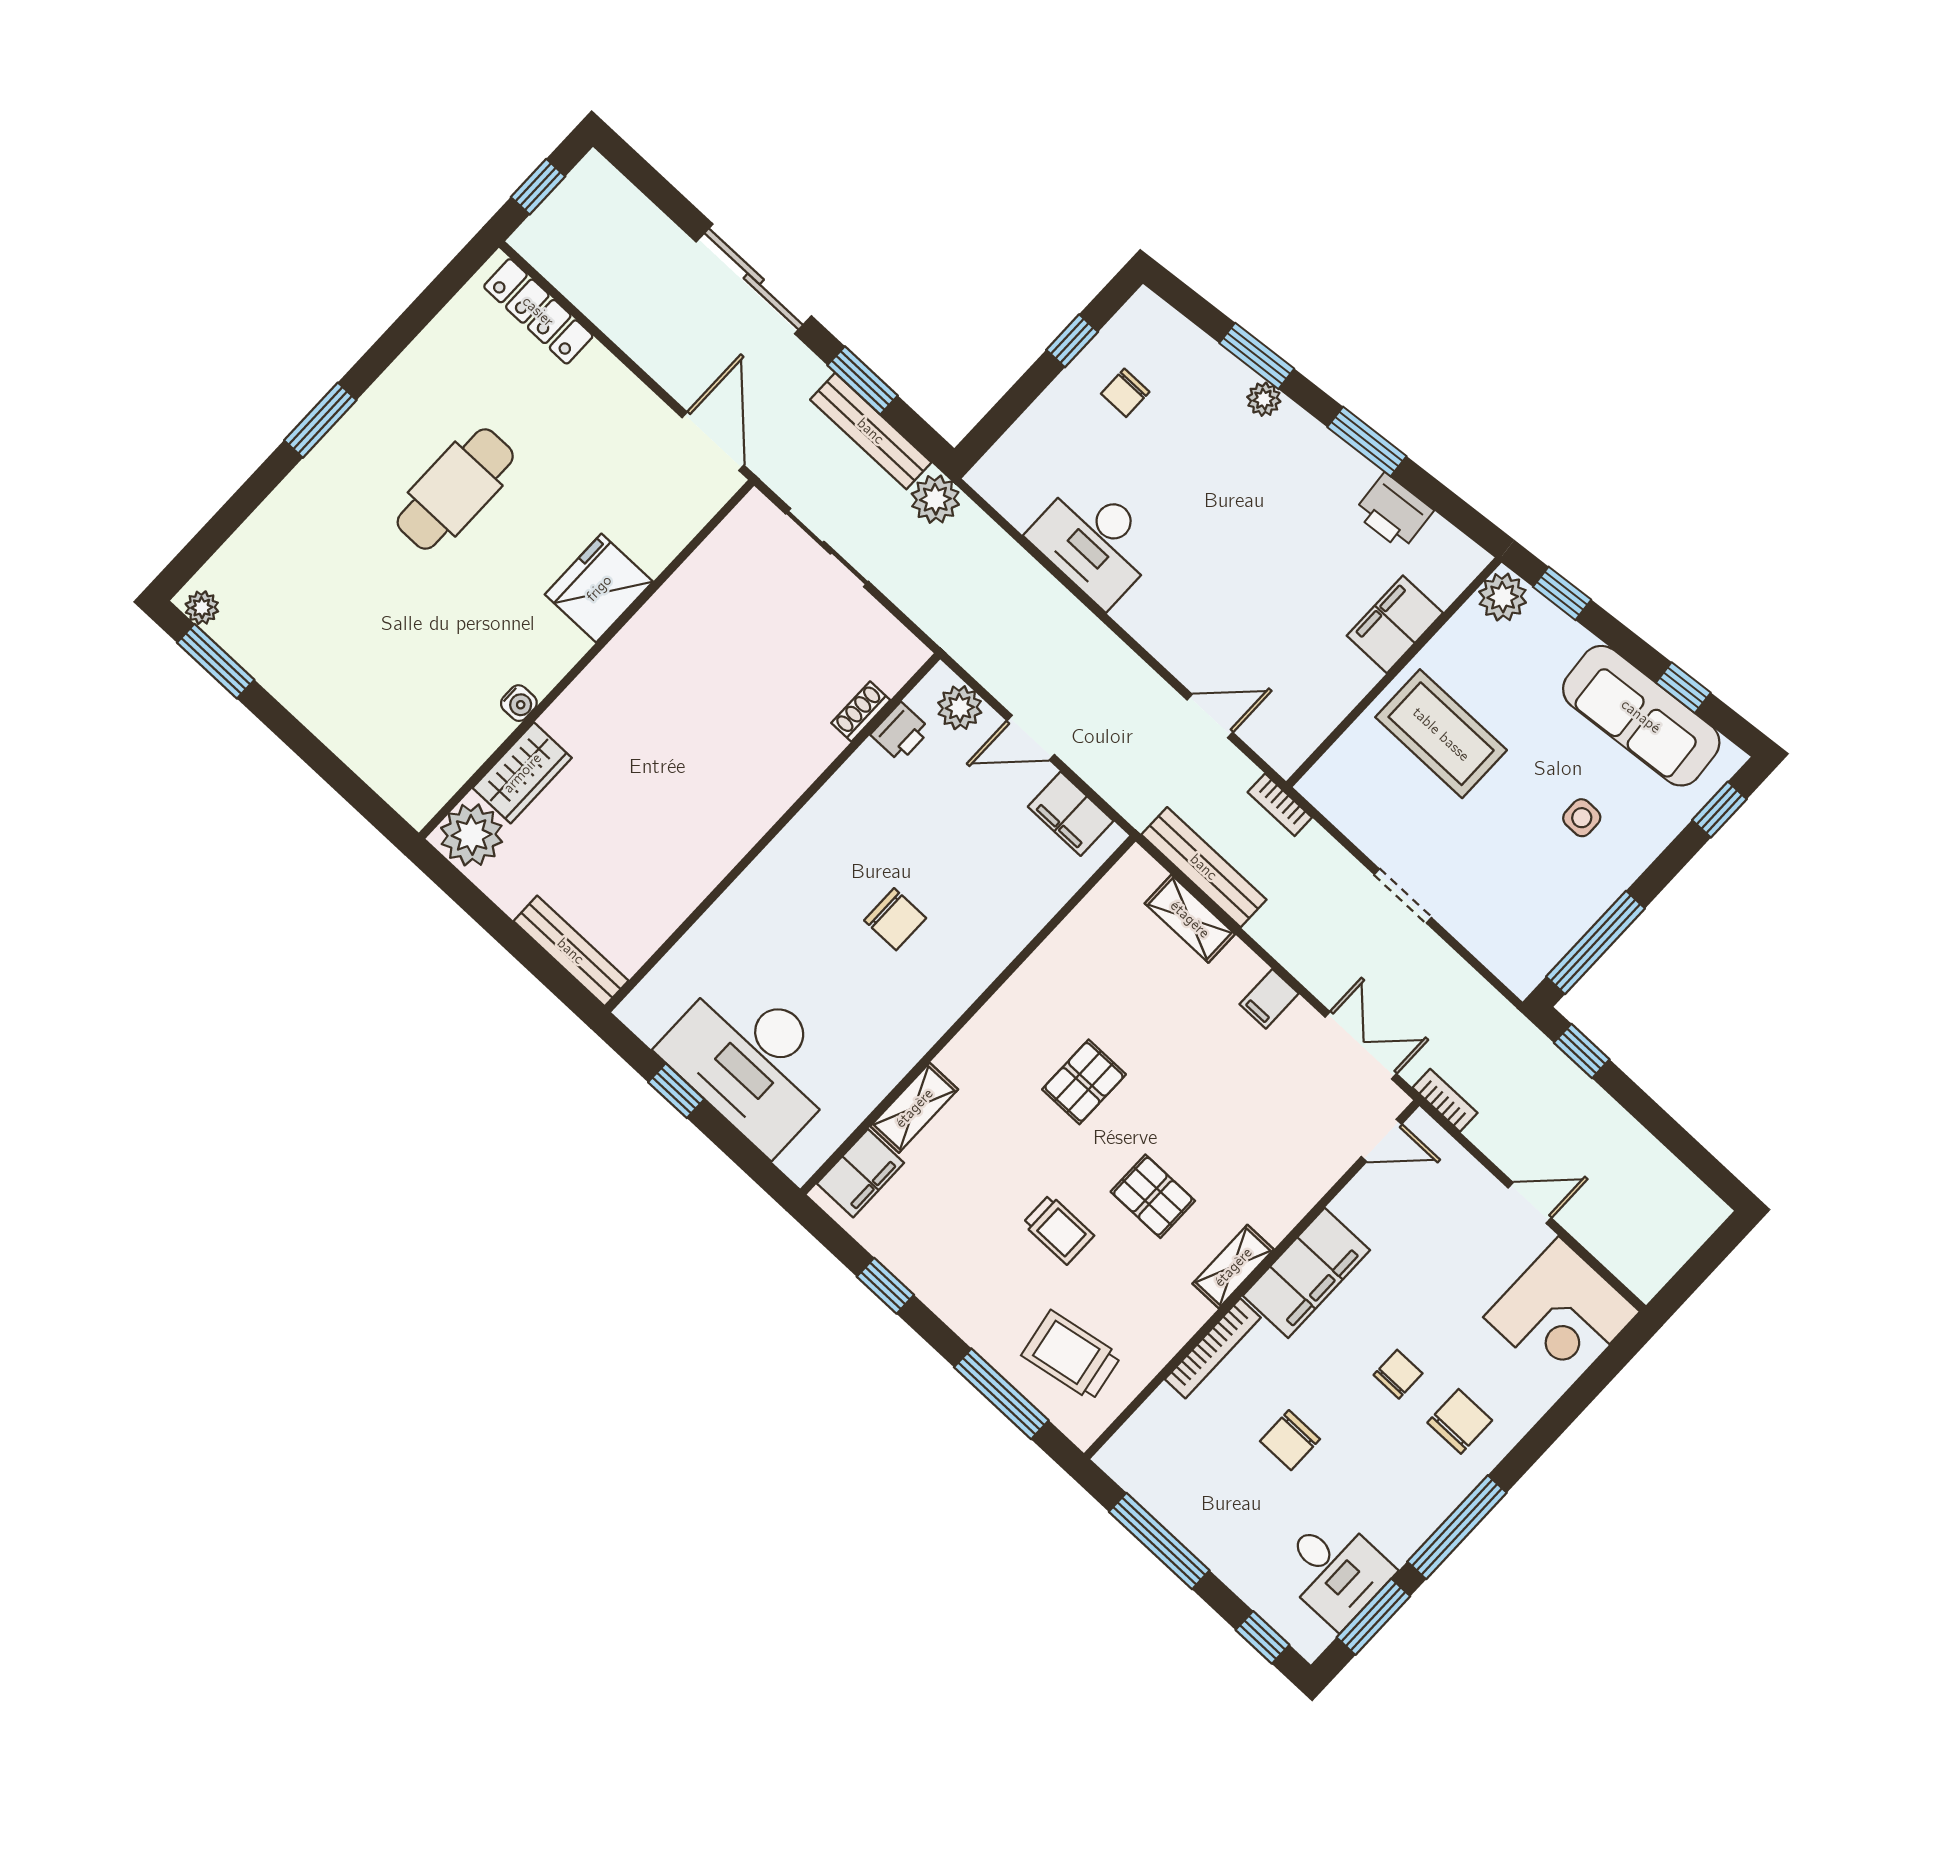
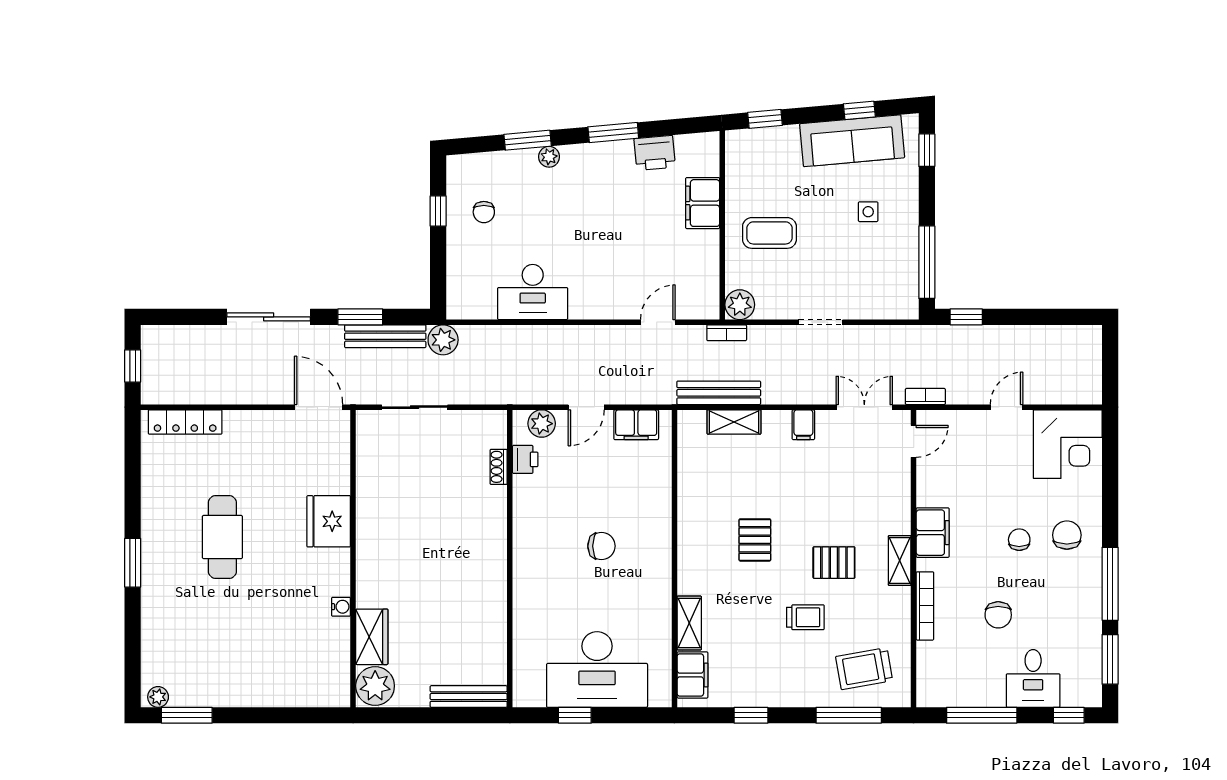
plant: (1503, 597) -> (740, 305), moved
coffee table: (1441, 734) -> (769, 233), width x0.73, depth x0.76
filing cabinet: (1306, 1273) -> (933, 533), width x0.67, depth x0.86
desk: (1335, 1570) -> (1033, 678), moved, turned 90

